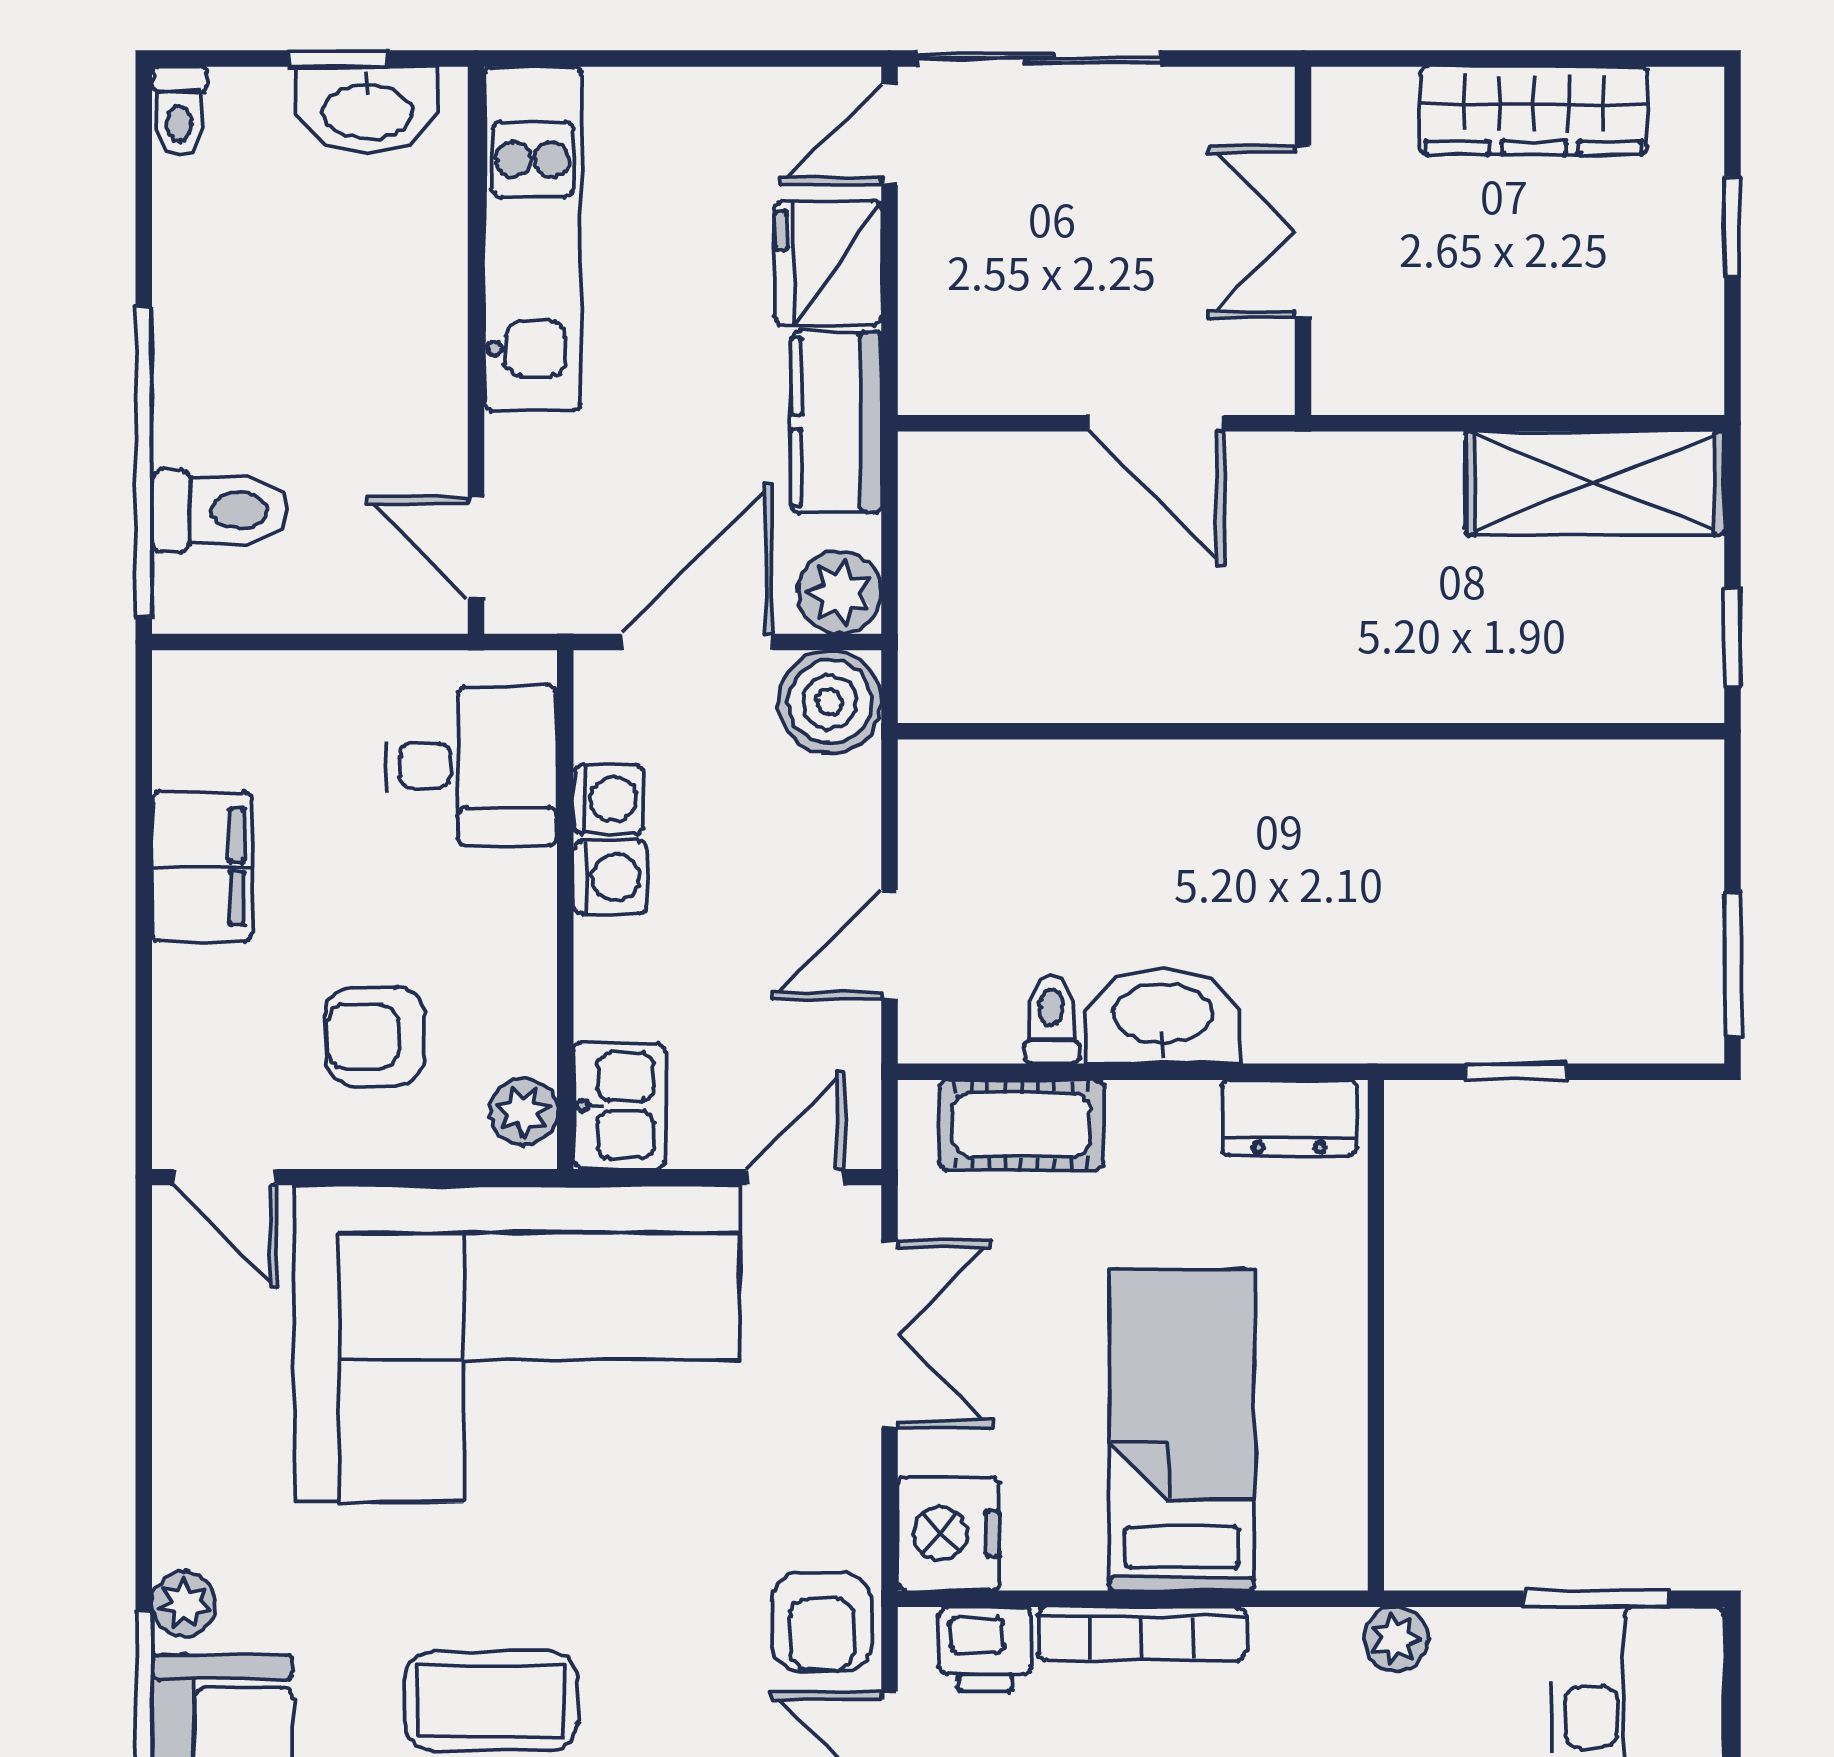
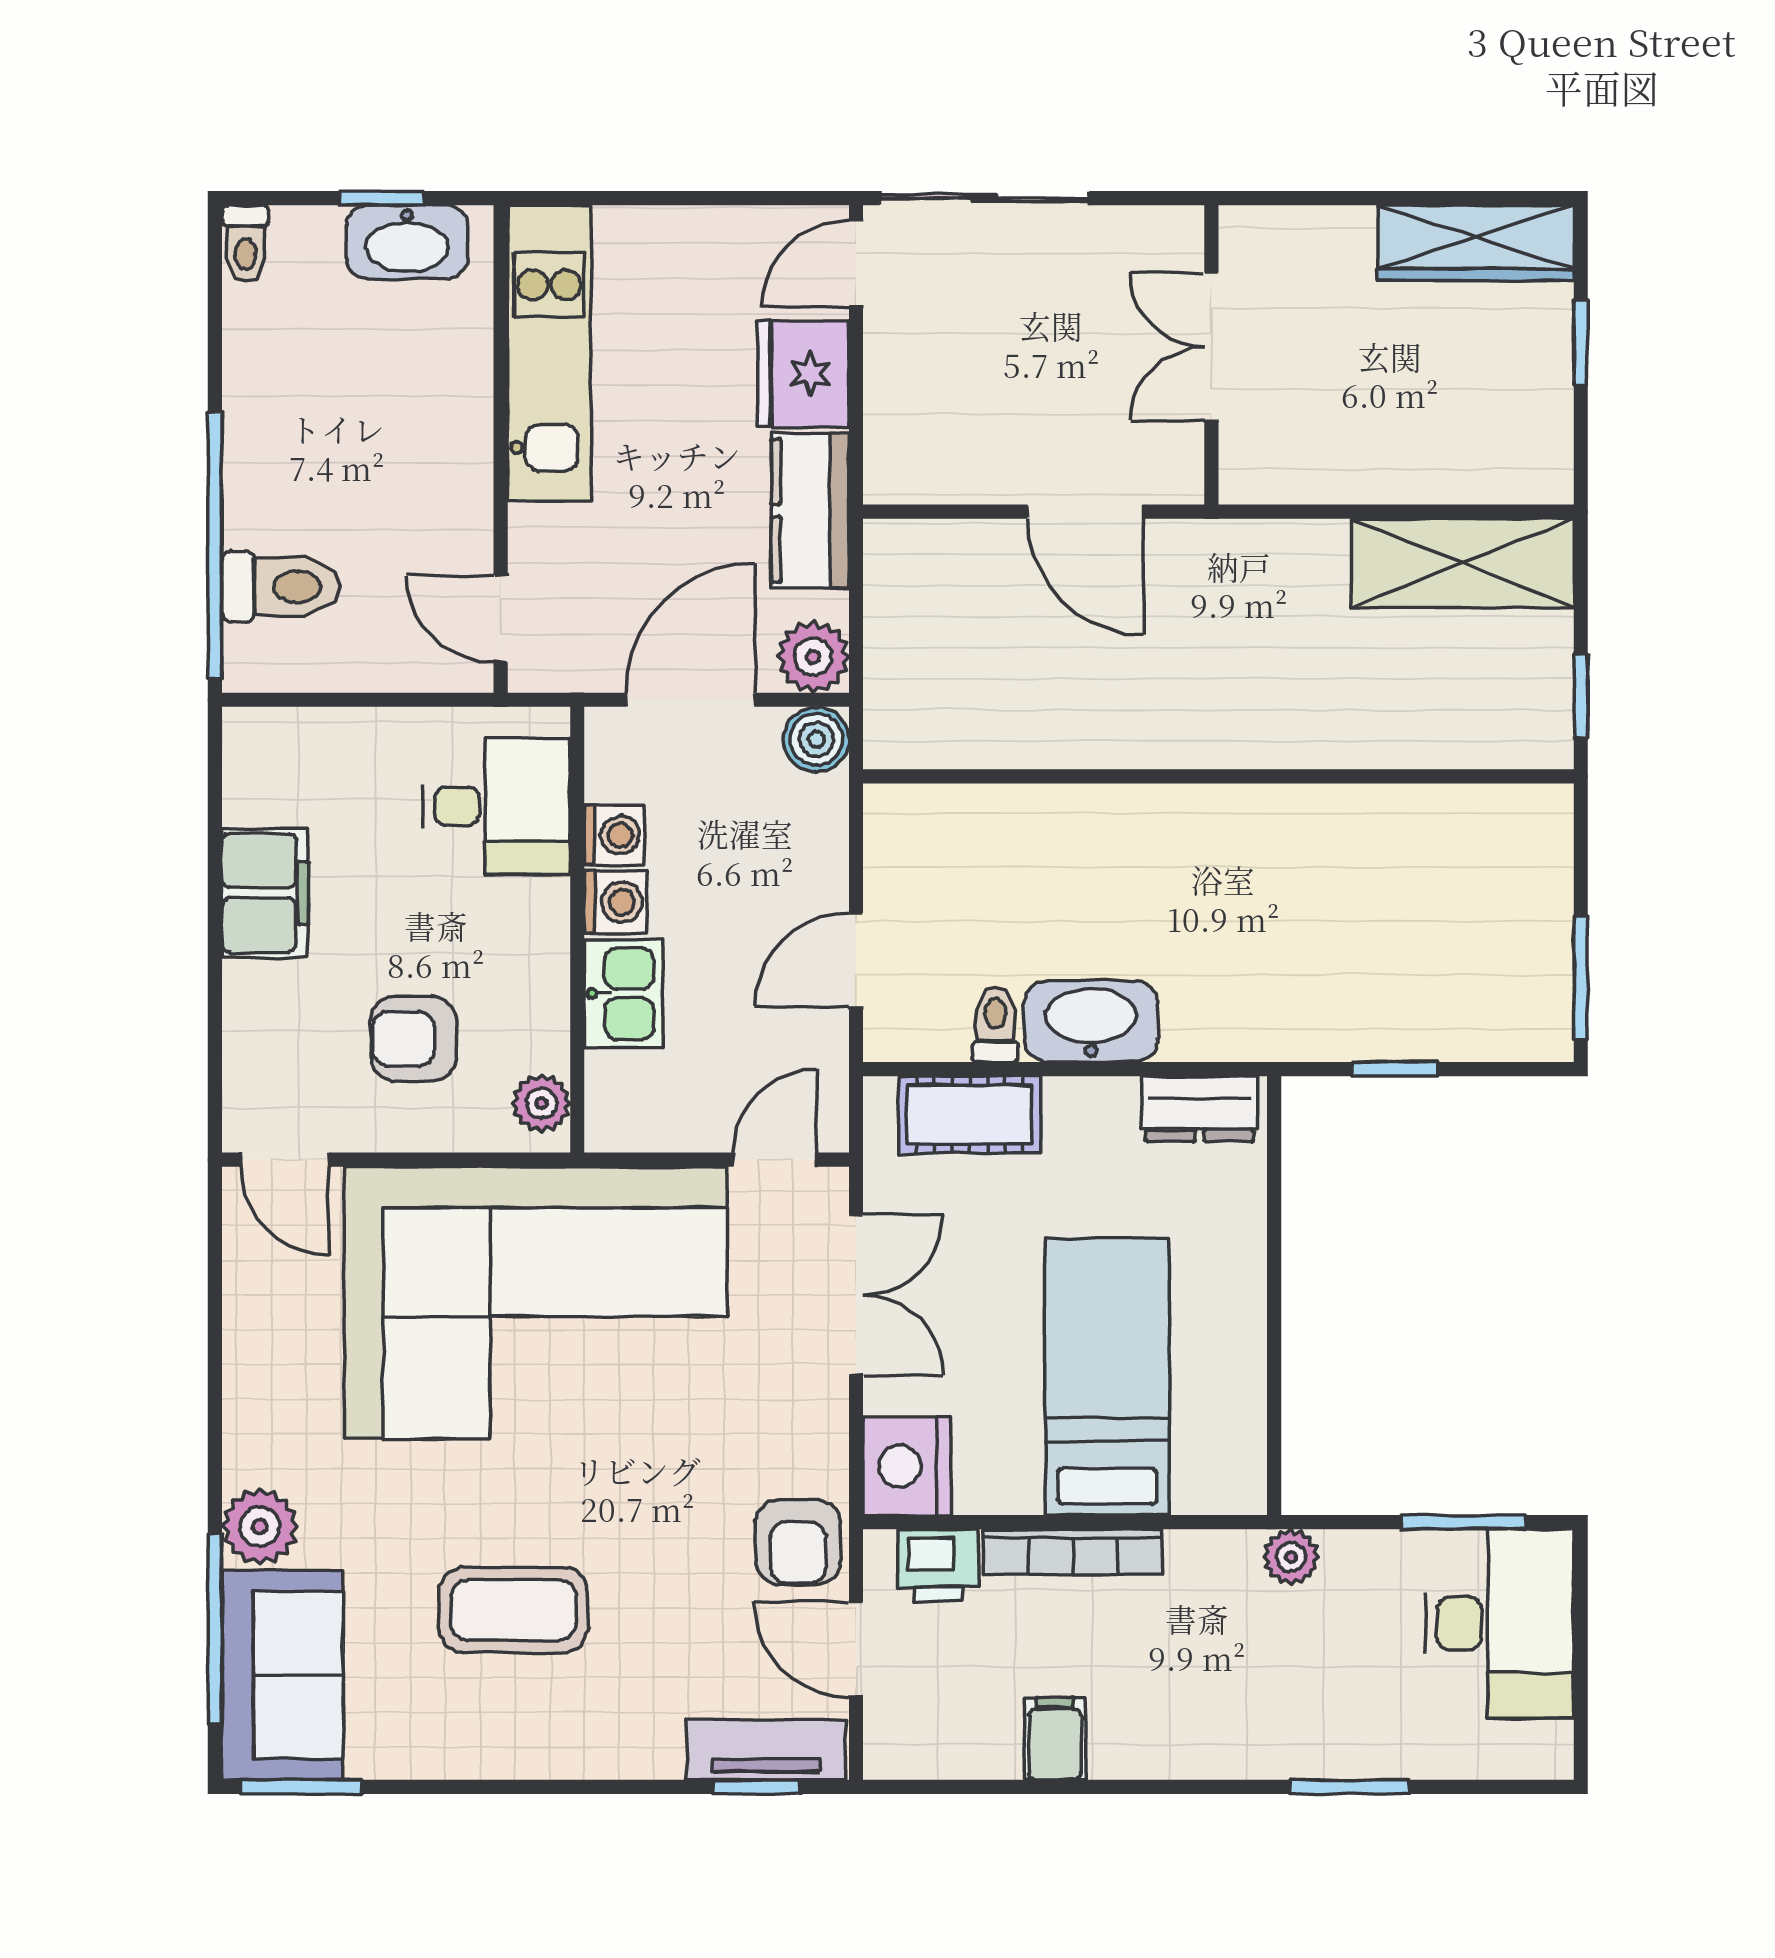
wardrobe: (1534, 111) -> (1476, 243), moved
boiler: (830, 702) -> (816, 739), width x0.73, depth x0.73
kitchen sink: (619, 1106) -> (624, 993), moved
plant: (184, 1604) -> (260, 1527), width x1.38, depth x1.38

